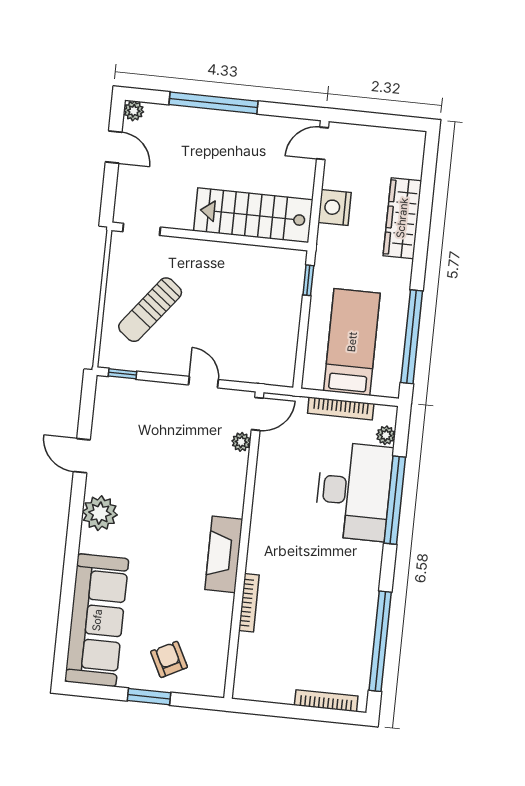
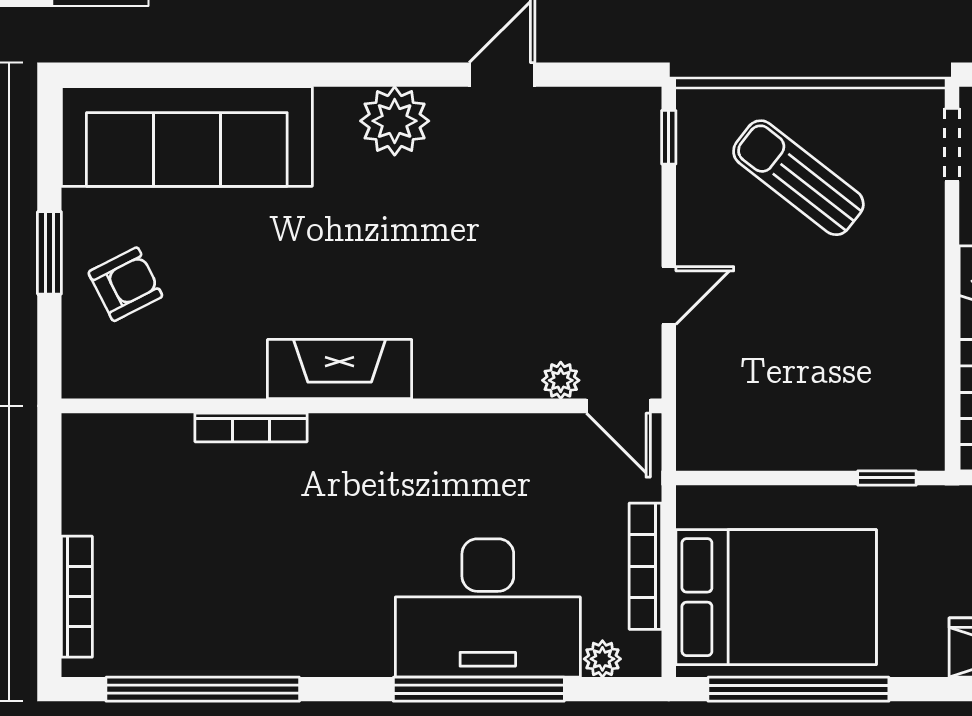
bed: (352, 342) -> (776, 597), width x1.50

